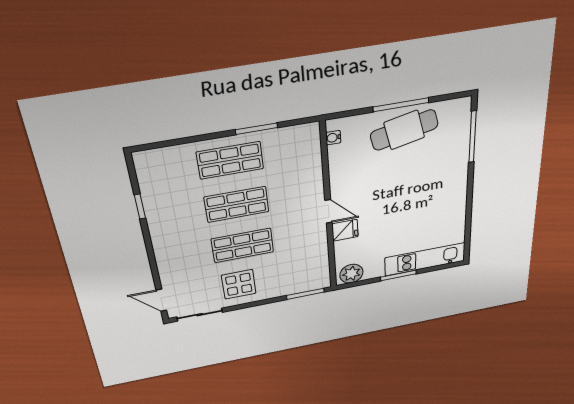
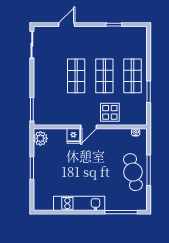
kitchen unit: (425, 259) -> (79, 203), moved, turned -90
display table: (239, 284) -> (110, 112), moved
door: (161, 300) -> (67, 25), moved

